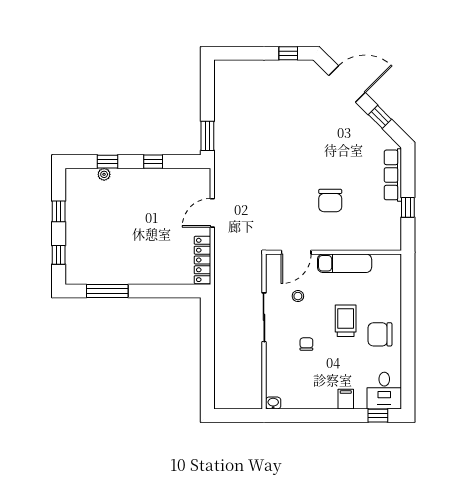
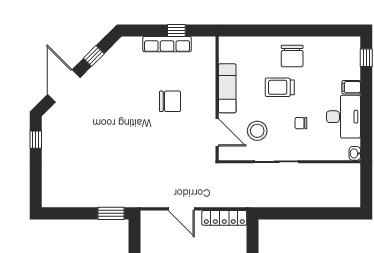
row of seats: (393, 175) -> (167, 44), moved
stool: (298, 296) -> (257, 131), width x1.89, depth x1.89
desk: (384, 391) -> (343, 117), moved, width x1.37

